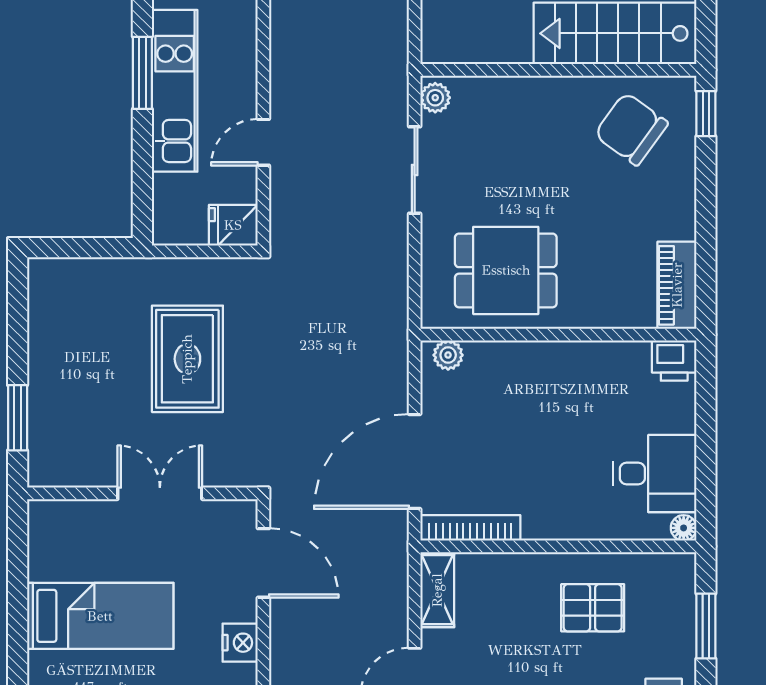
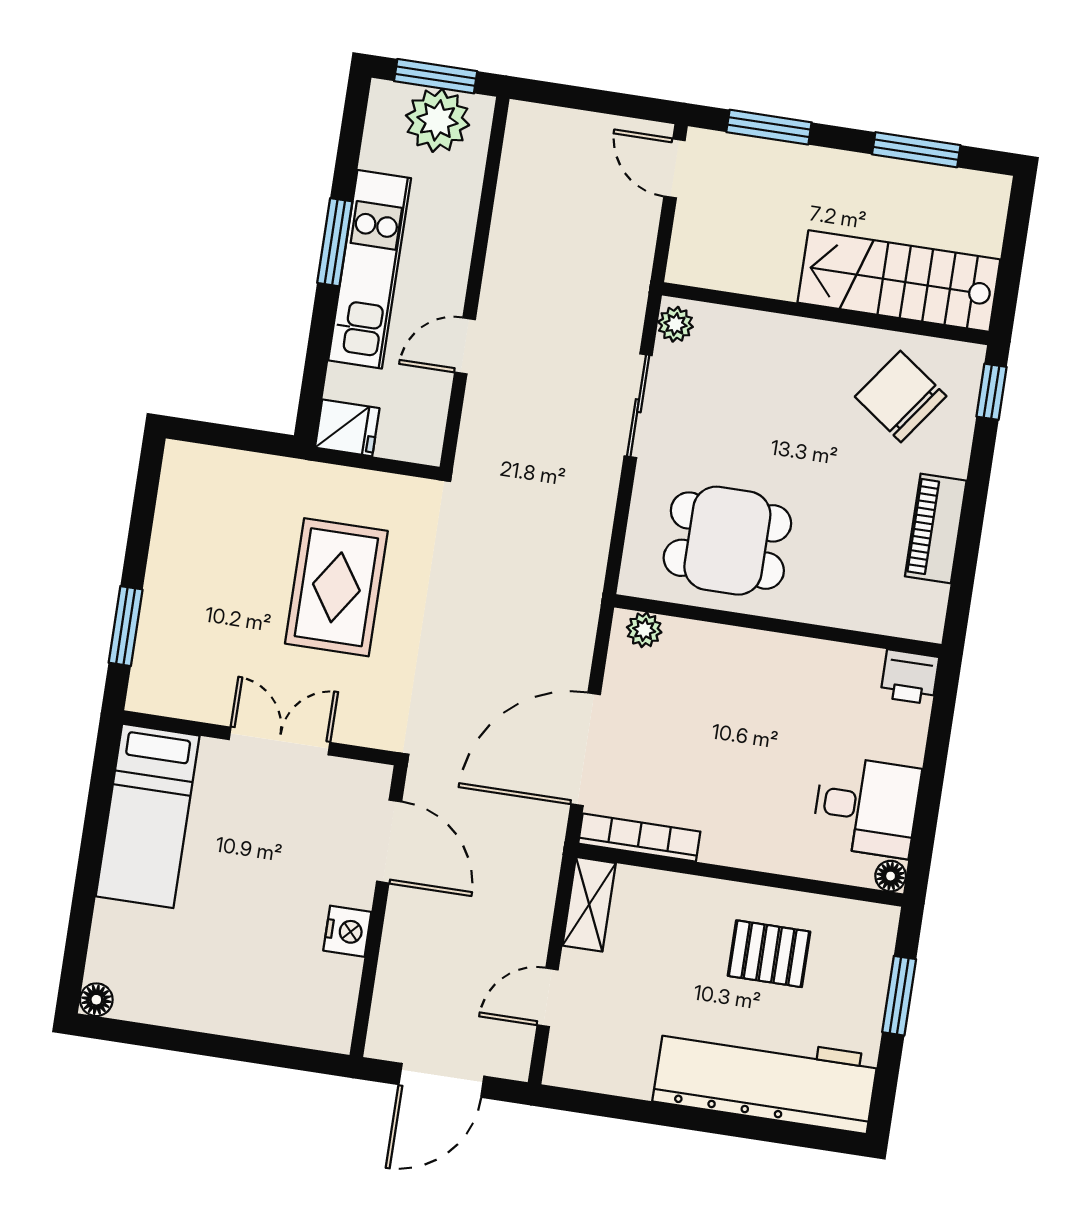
fridge: (233, 225) -> (347, 428), moved, turned 180
piano: (677, 285) -> (936, 528), moved
bed: (100, 616) -> (148, 816), moved, turned 90

